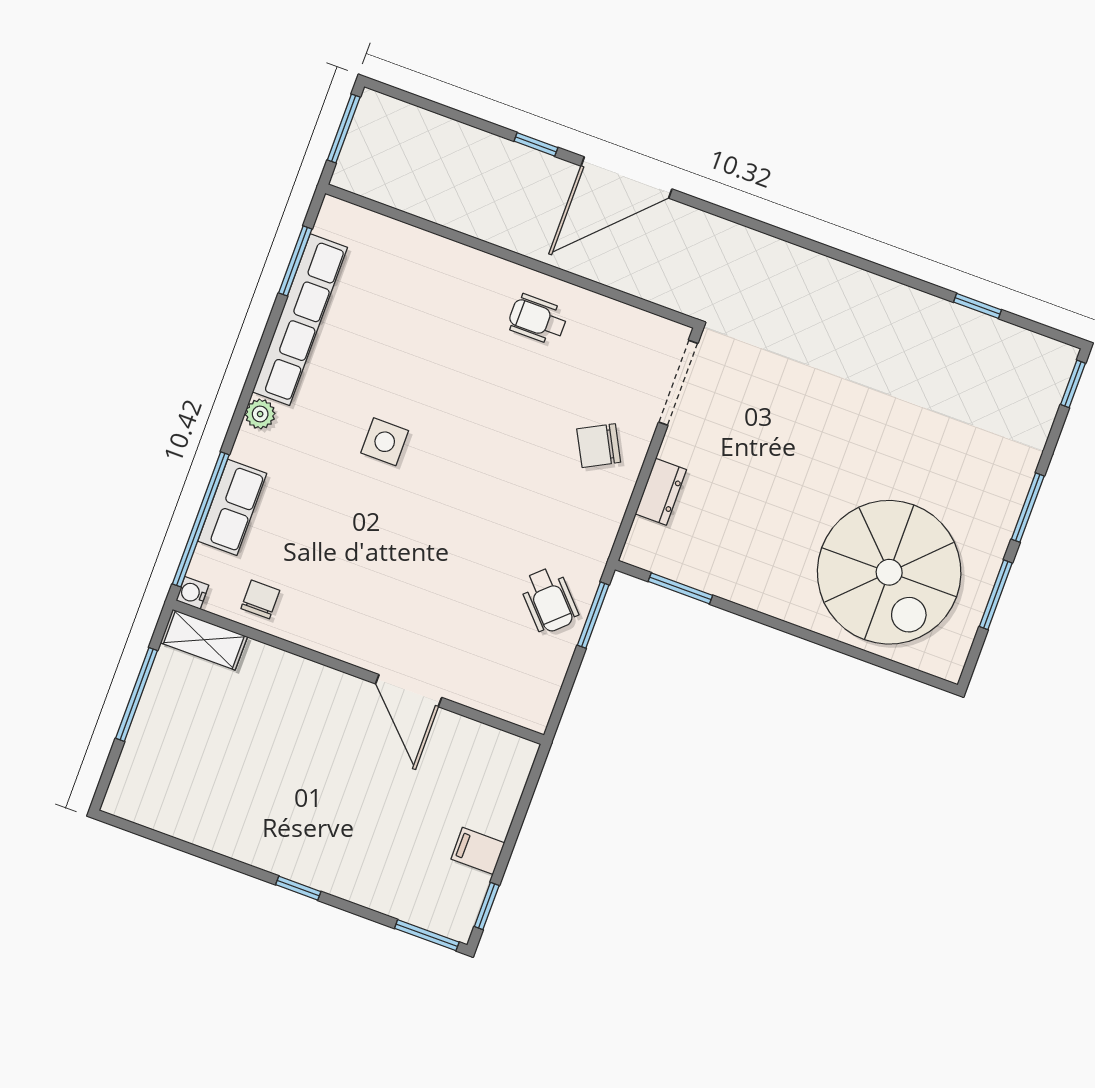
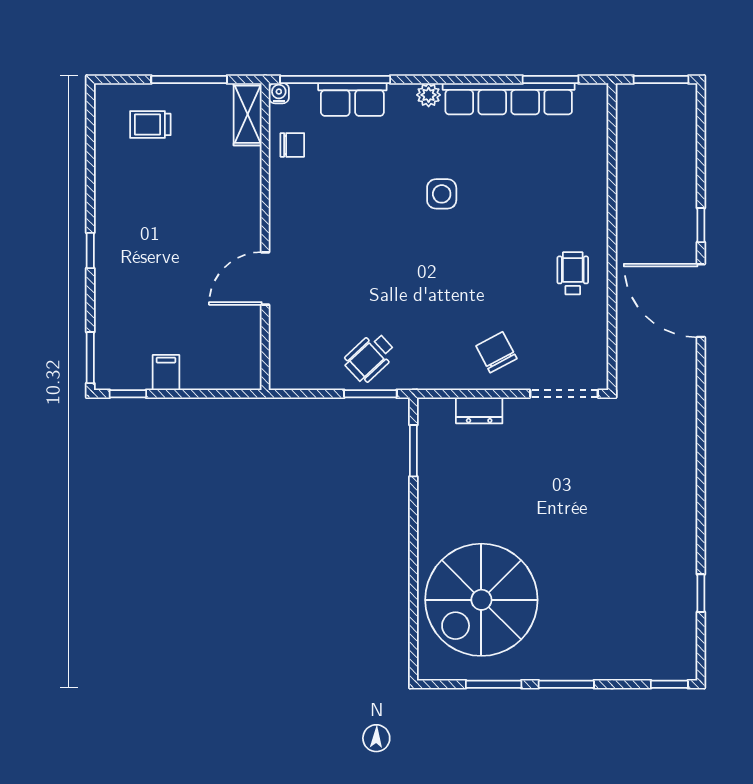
trolley: (173, 761) -> (150, 124), added

